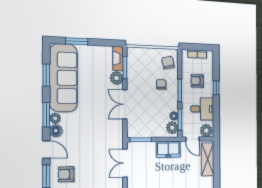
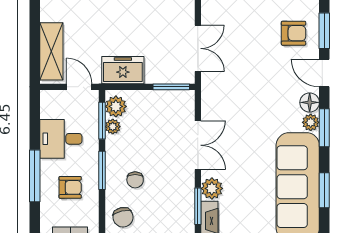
window: (216, 88) -> (35, 176), width x2.17
plant: (206, 131) -> (54, 101), removed

